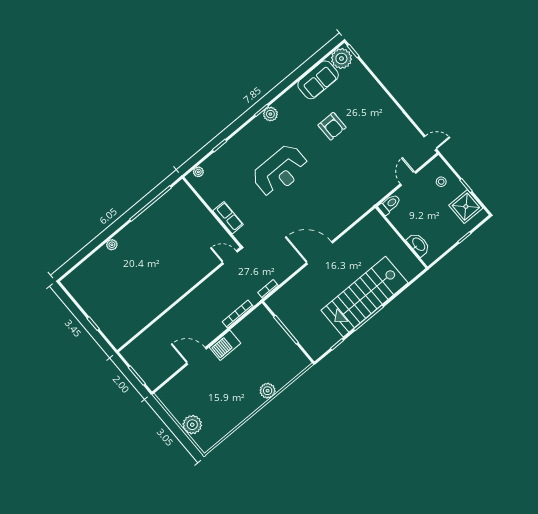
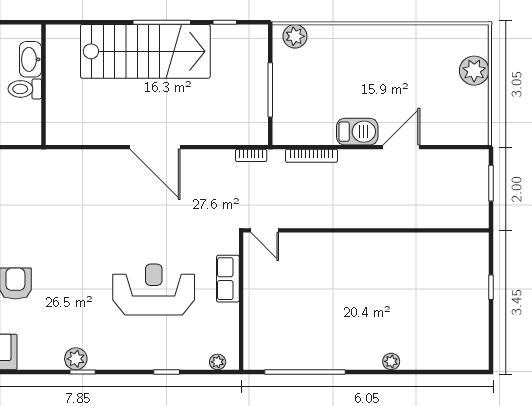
reception desk: (280, 171) -> (154, 290), moved
toilet: (390, 204) -> (25, 89), moved
door: (197, 356) -> (401, 147), swing flipped
plant: (268, 391) -> (295, 36), moved

